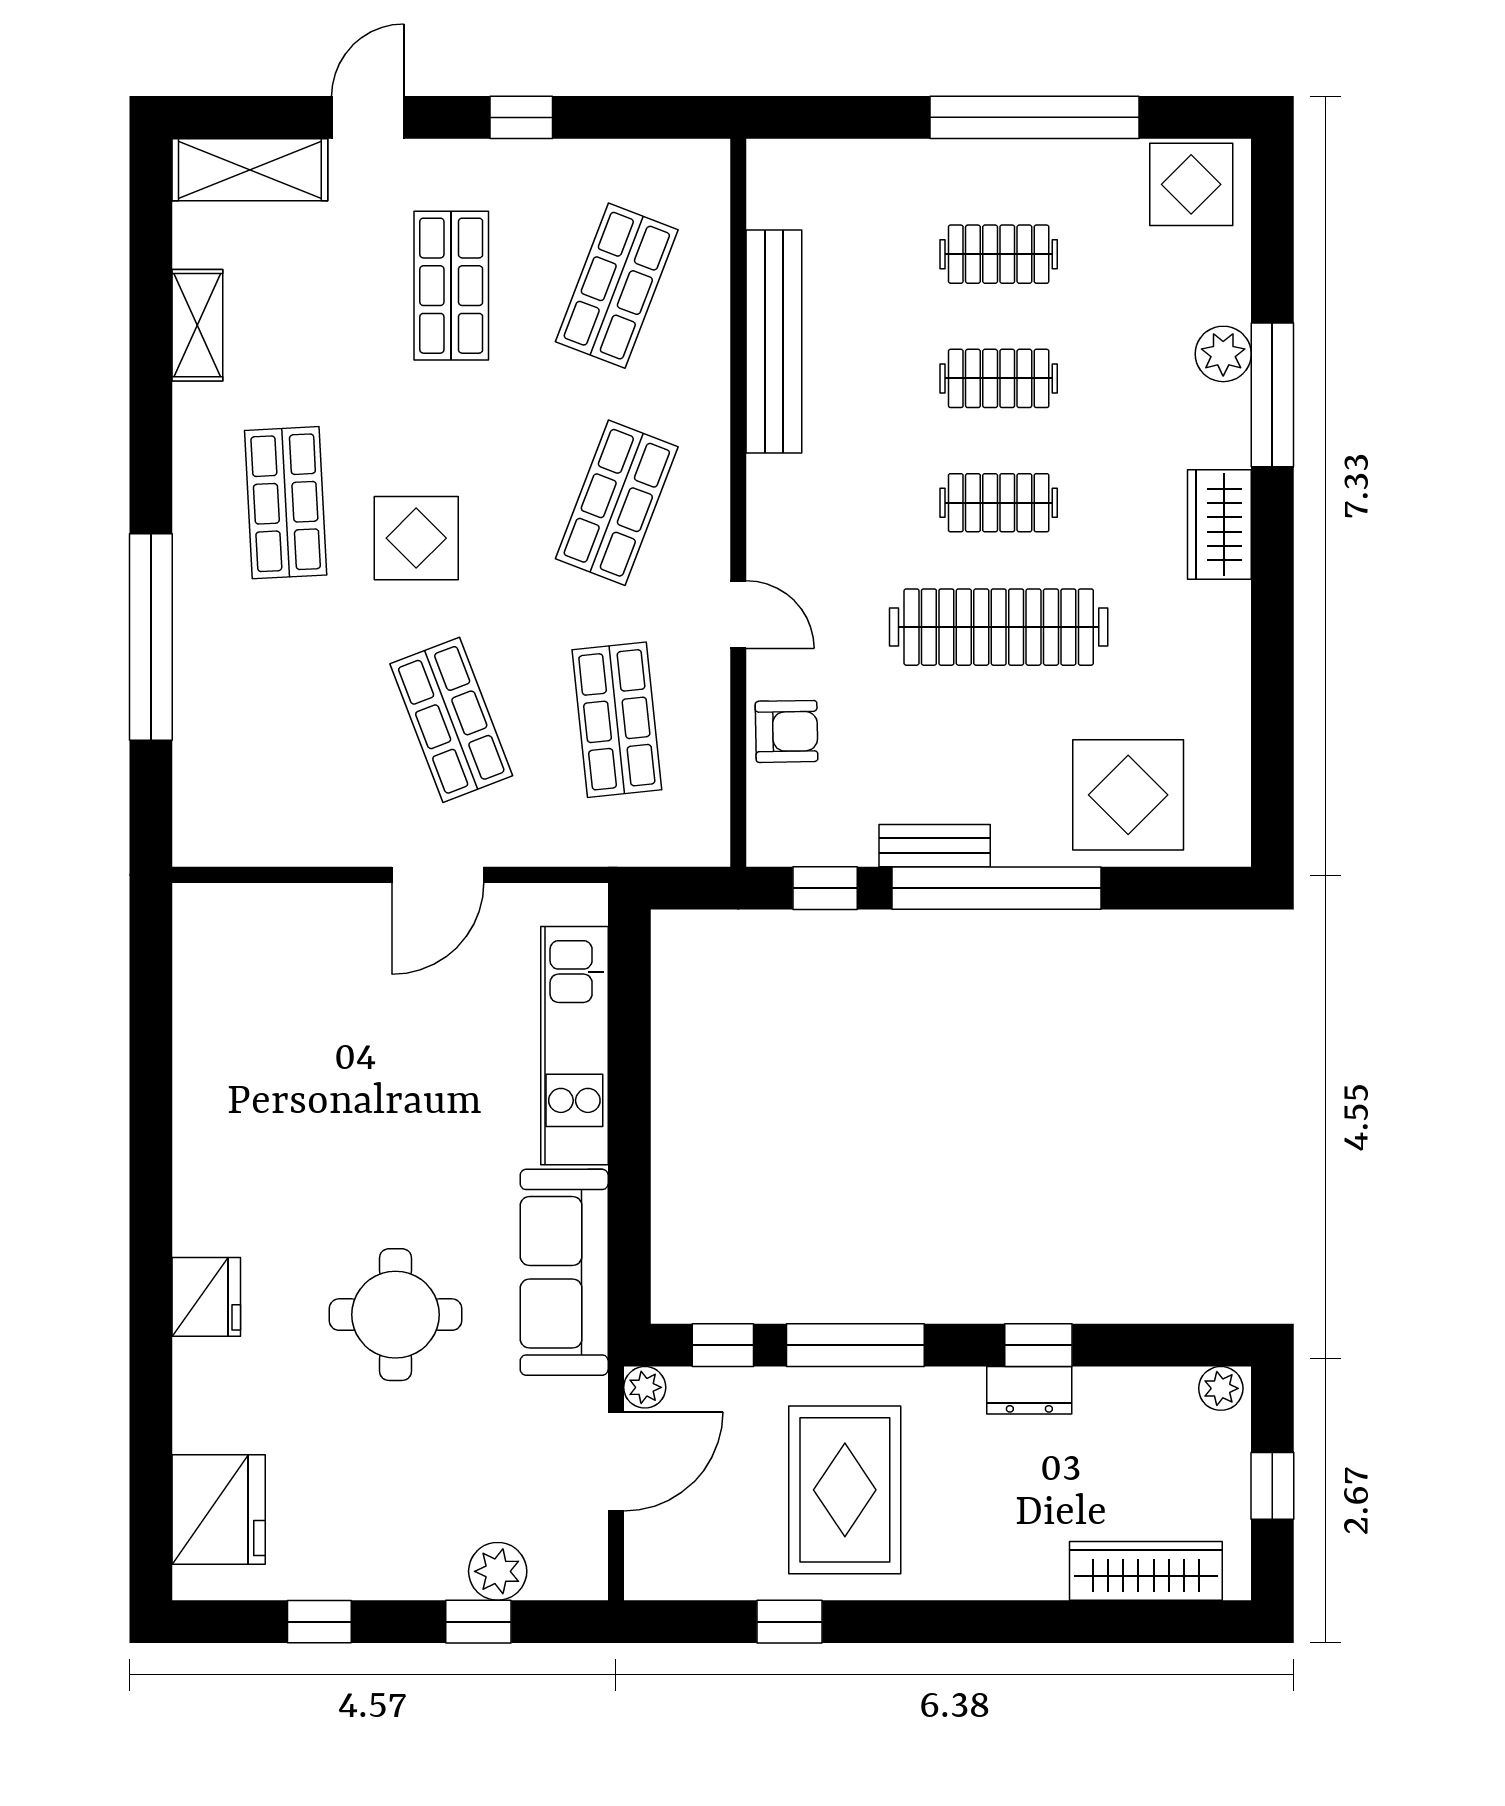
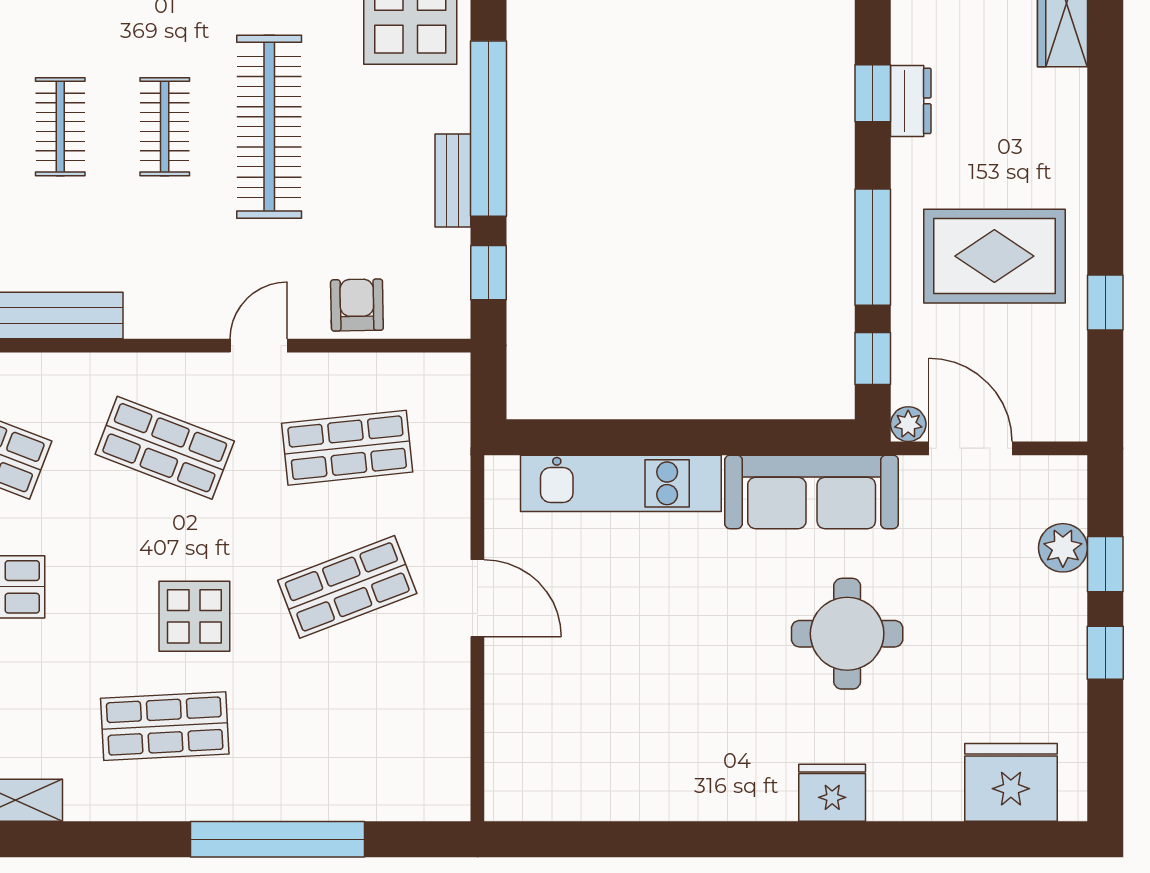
window: (319, 1622) -> (1105, 653), moved

